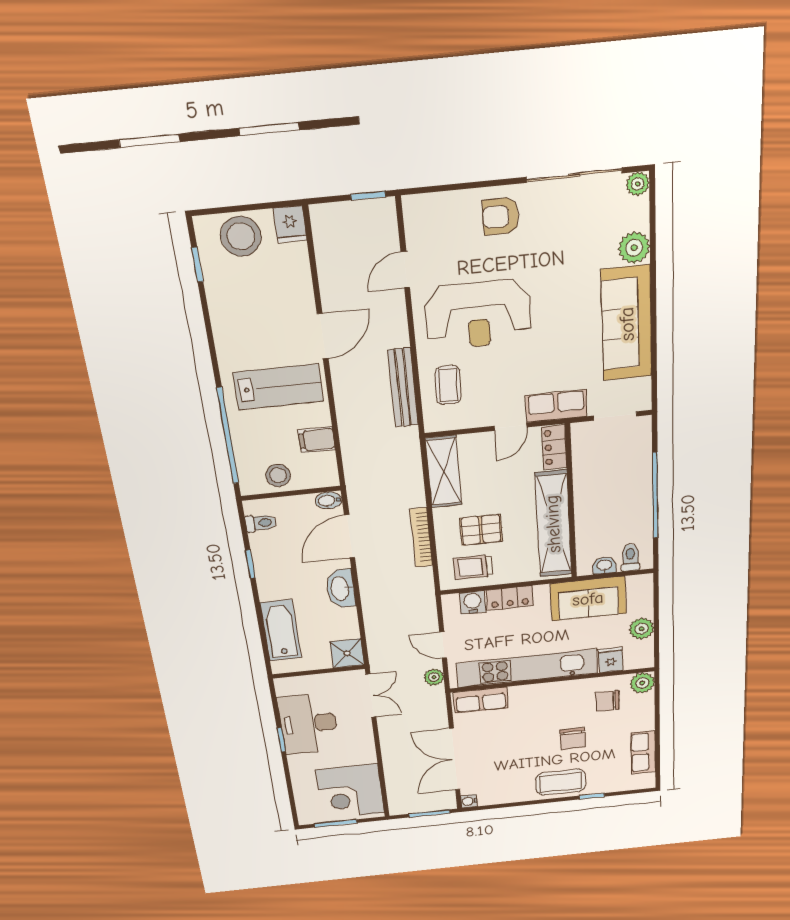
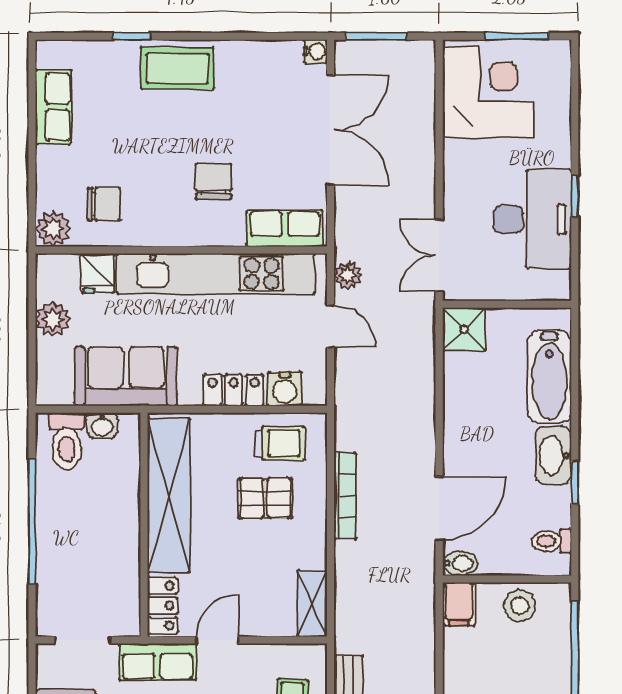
filing cabinet: (317, 440) -> (459, 604), moved, turned 90
shelving: (444, 472) -> (312, 604), width x0.67, depth x0.75
toilet: (630, 558) -> (67, 441), width x1.37, depth x1.39
washbasin: (341, 589) -> (553, 455), moved, turned 180
chair: (573, 739) -> (214, 181), moved

